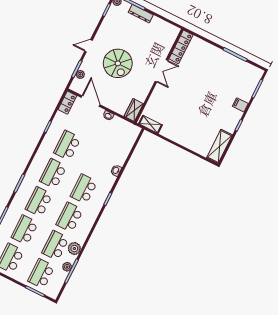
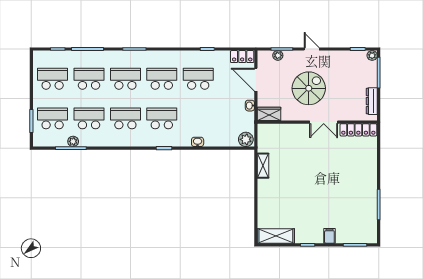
dresser: (141, 14) -> (372, 101), moved
locker: (181, 47) -> (358, 130), moved
spiral stairs: (118, 63) -> (309, 88), turned 180
double door: (161, 71) -> (324, 122), moved
wall: (159, 76) -> (317, 122), moved
door: (90, 101) -> (256, 80), swing flipped
wardrobe: (134, 110) -> (269, 114), moved
shelving: (150, 124) -> (263, 166), moved
plant: (74, 249) -> (246, 139), moved

